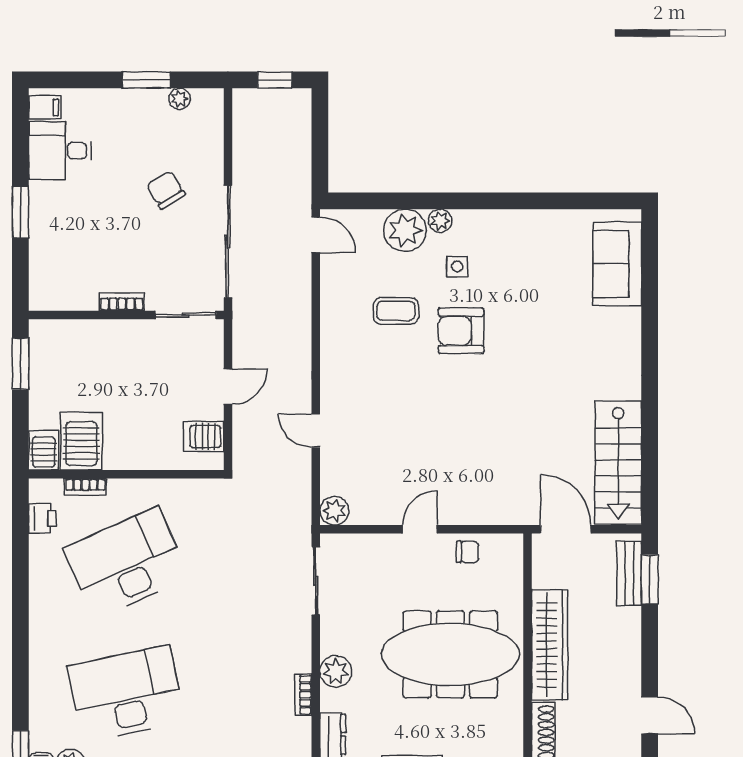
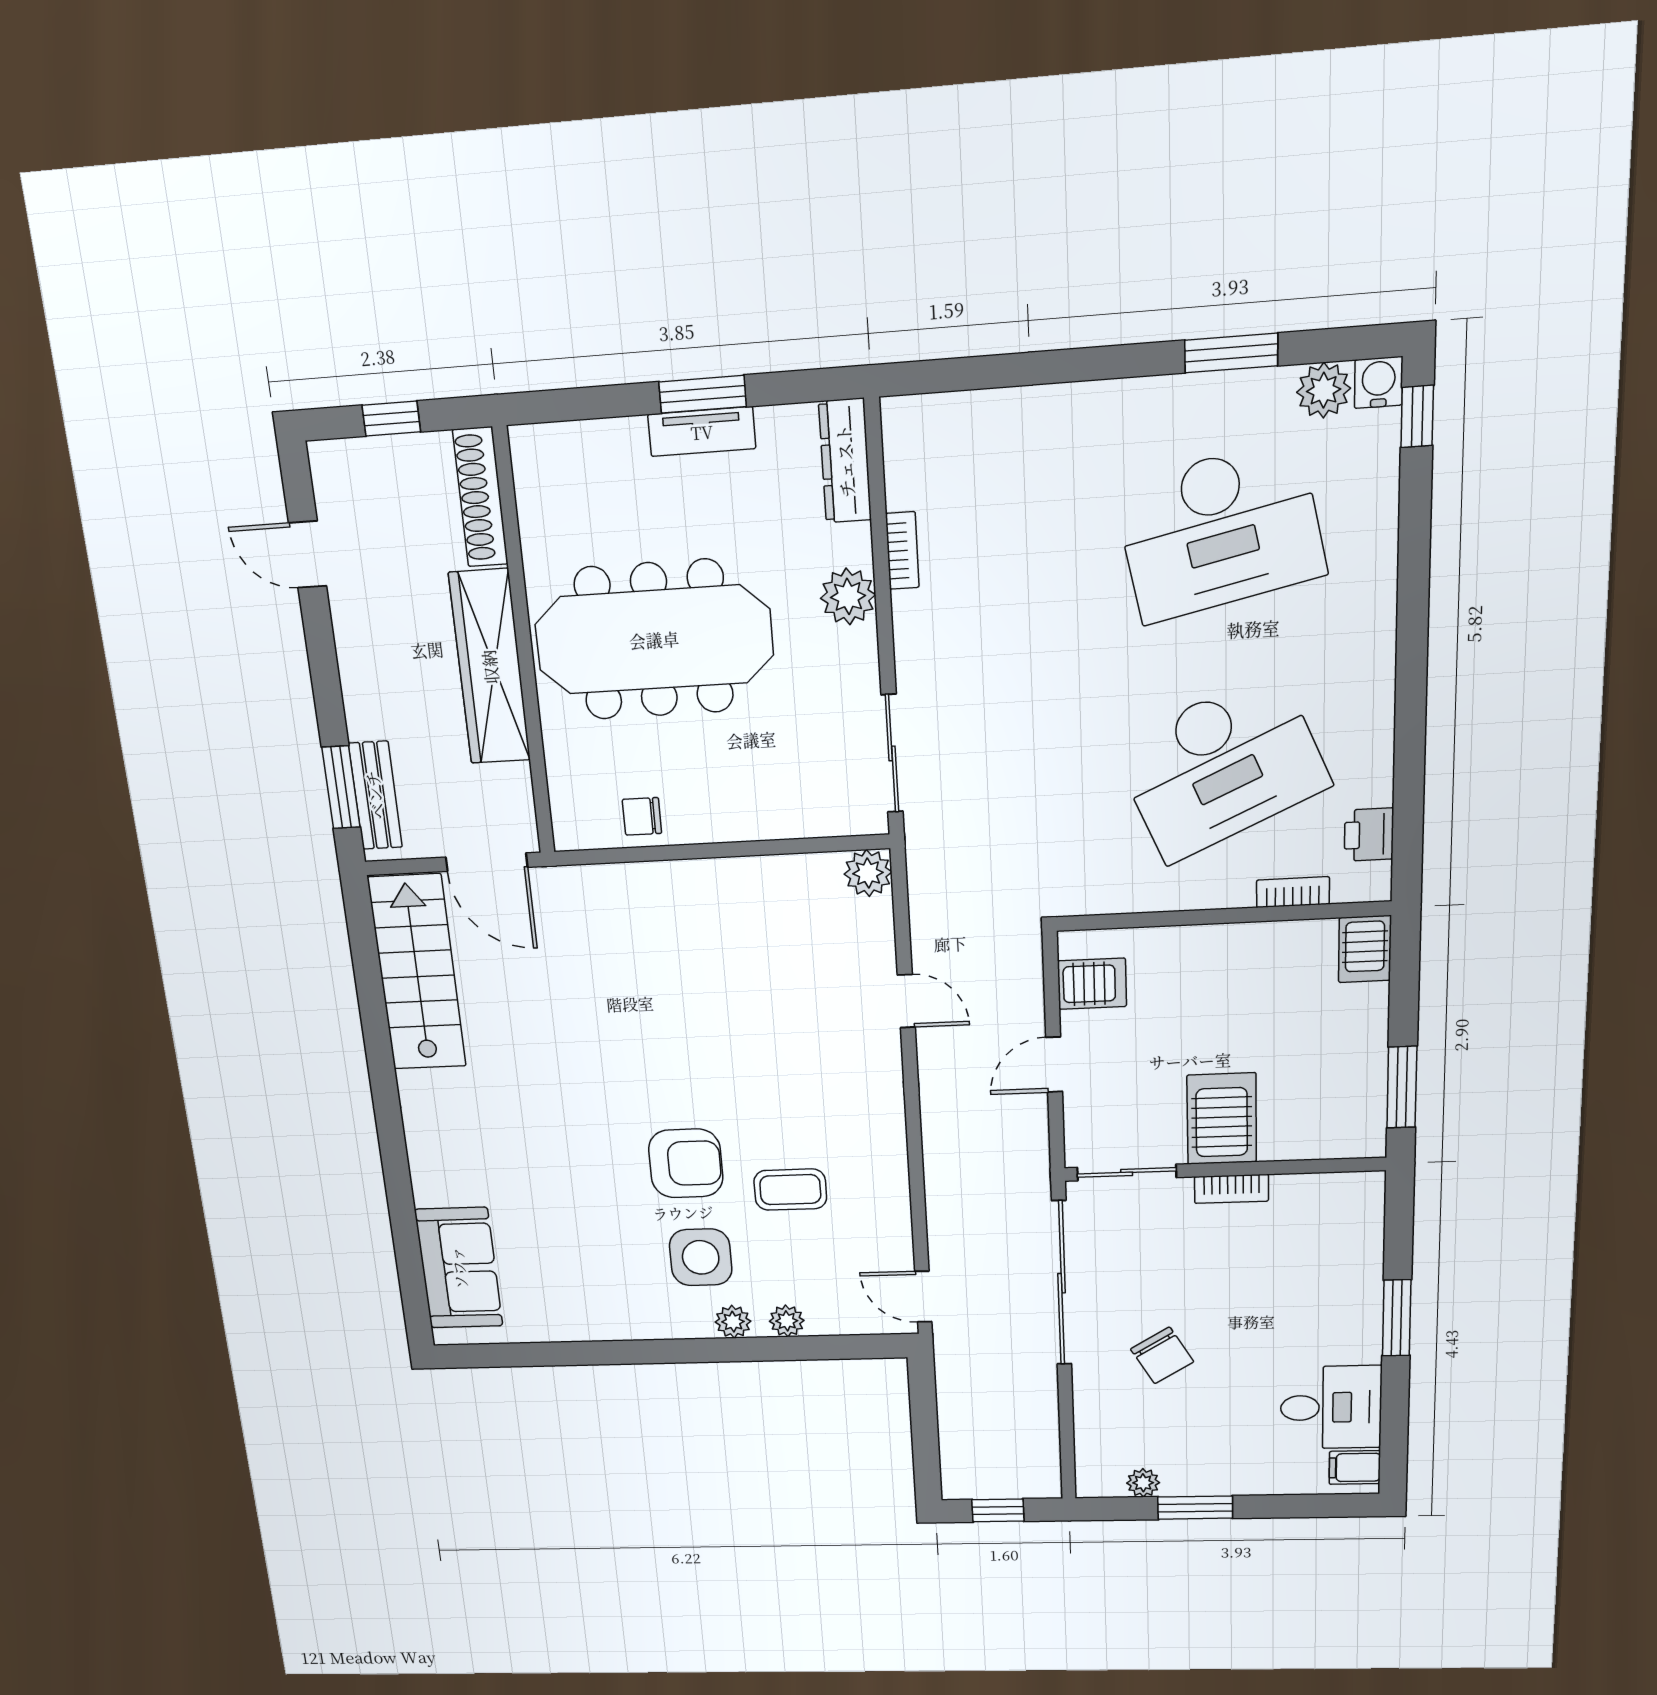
plant: (405, 230) -> (787, 1321), width x0.53, depth x0.53
side table: (457, 266) -> (701, 1257), width x1.87, depth x1.87
server rack: (81, 441) -> (1222, 1119), moved, turned 180
door: (420, 529) -> (724, 850), removed

